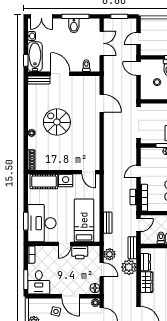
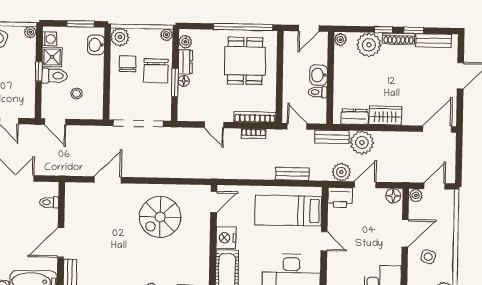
door: (139, 69) -> (55, 122), hinge flipped
spiral stairs: (57, 122) -> (160, 217), moved
printer: (80, 252) -> (340, 198), moved, turned 90

